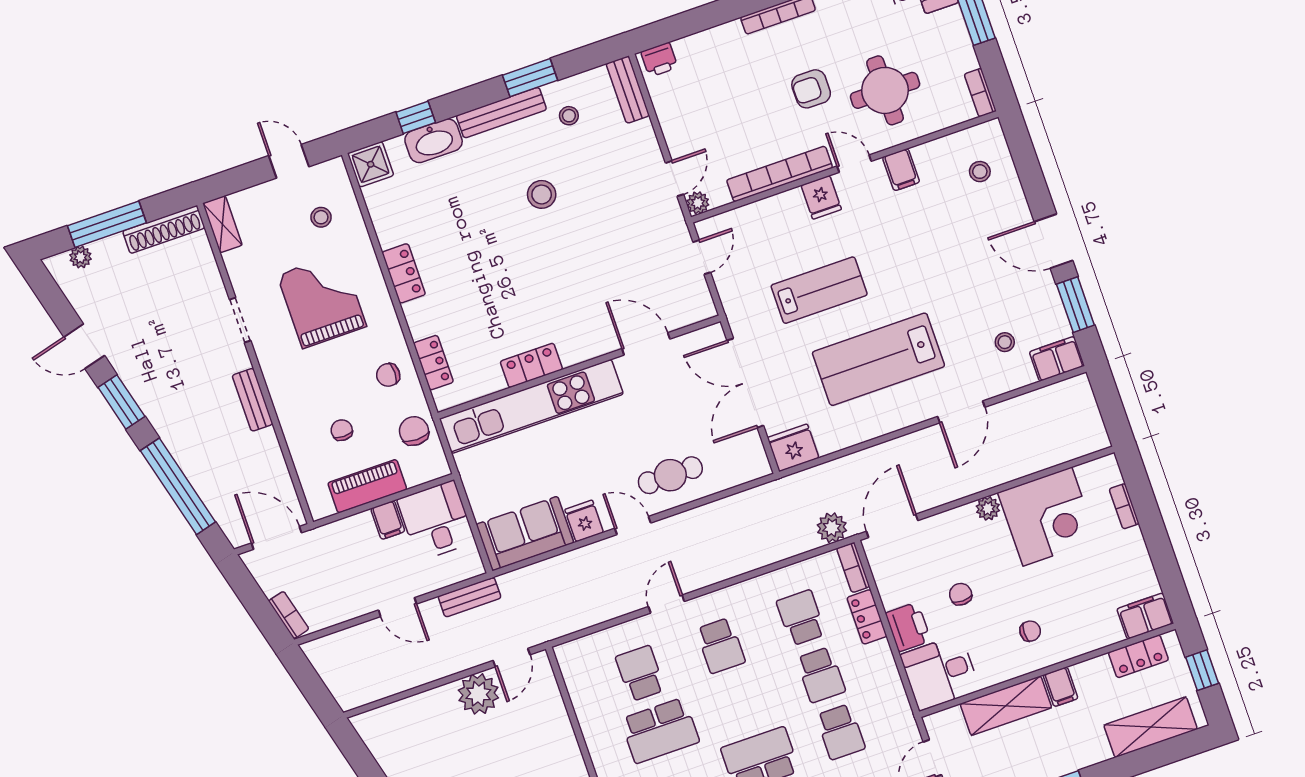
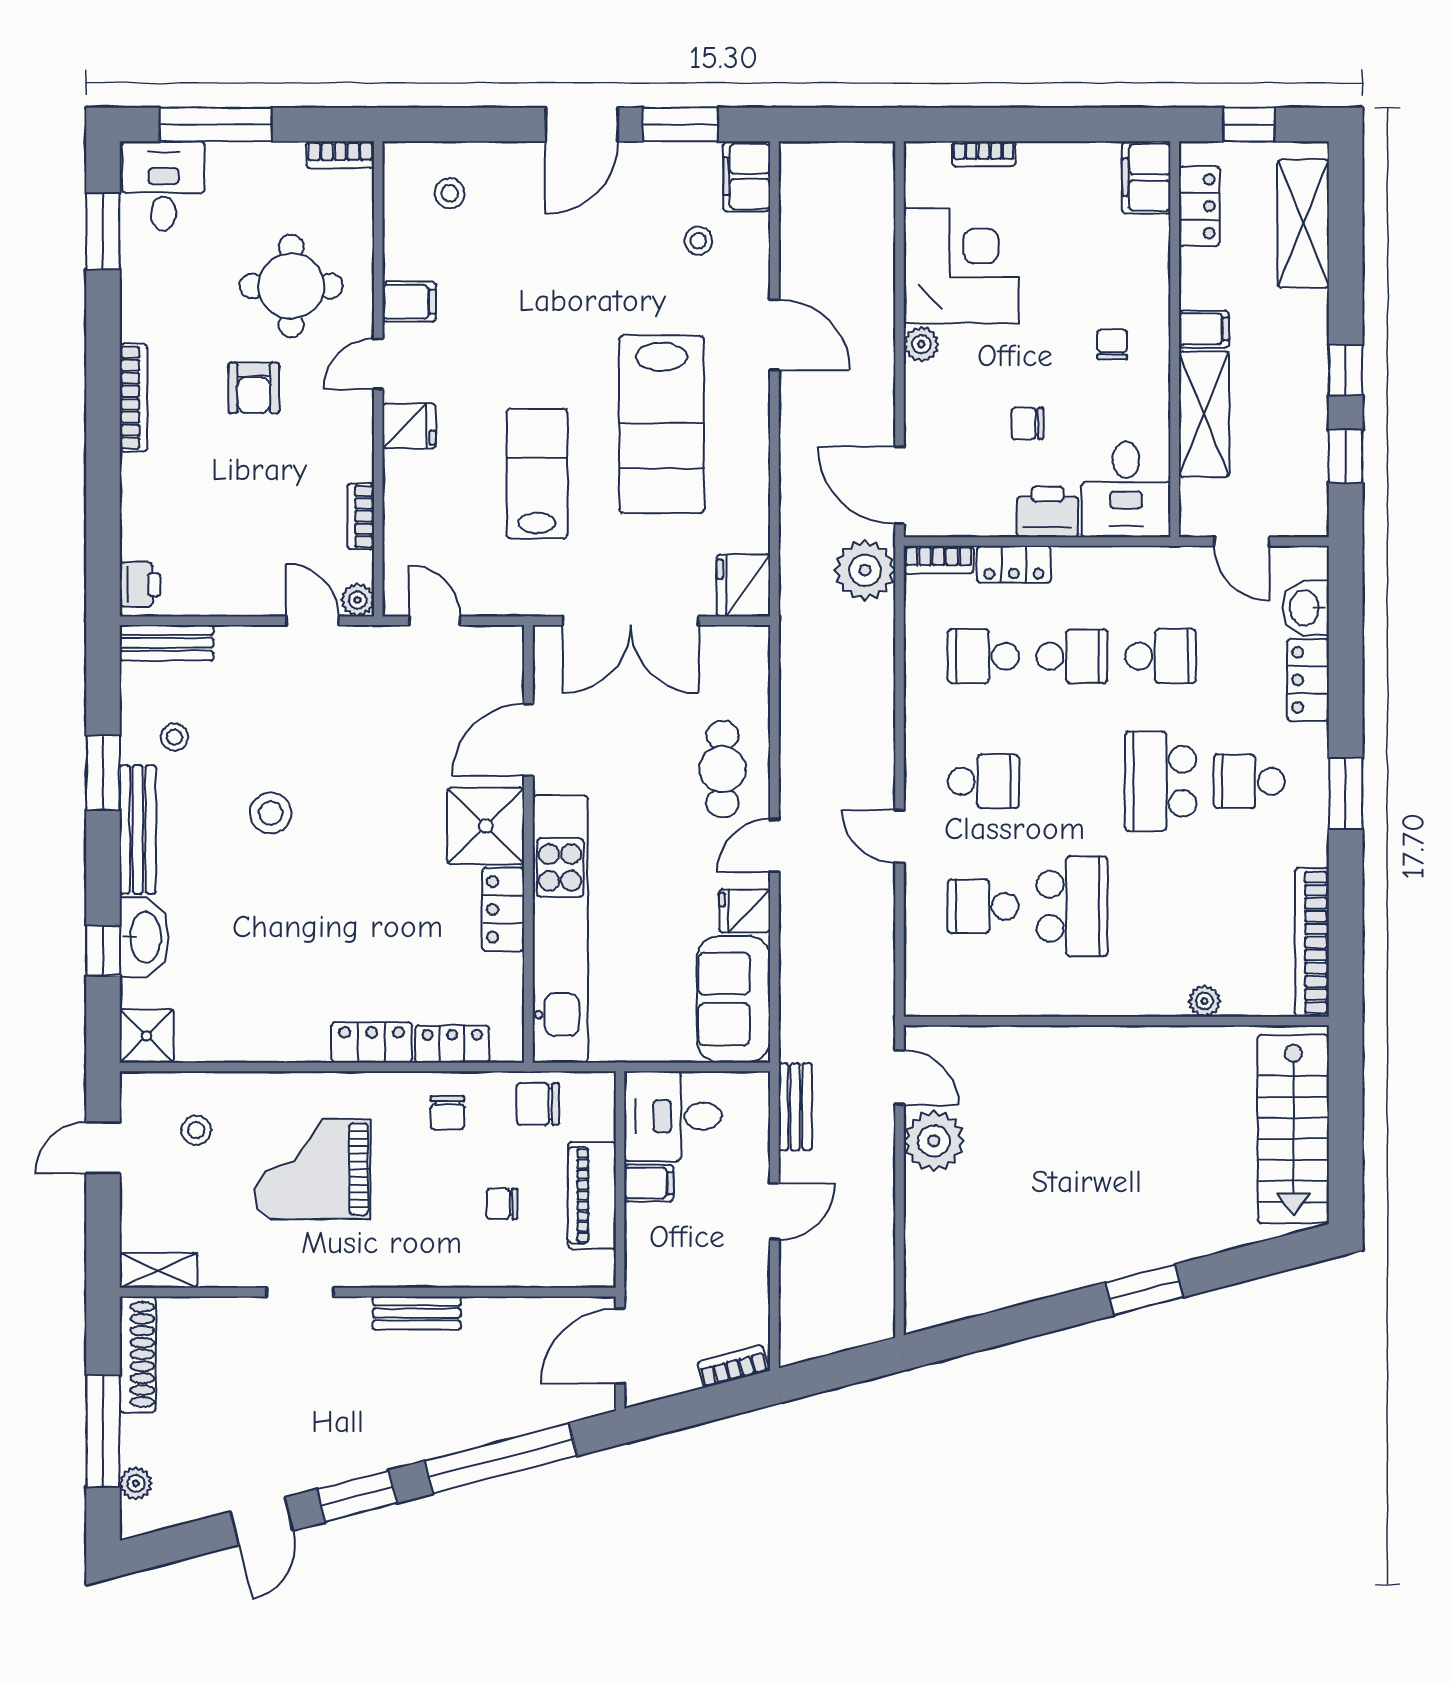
bookcase: (780, 174) -> (361, 516), width x0.43, depth x0.76
locker: (404, 273) -> (372, 1042), moved
shower: (581, 336) -> (486, 826), added
plant: (832, 528) -> (865, 570), width x1.36, depth x1.36

